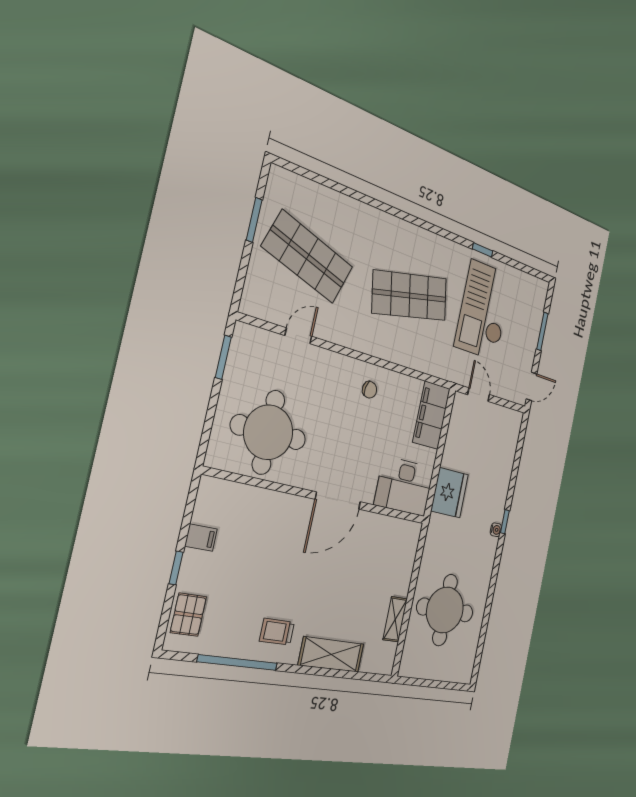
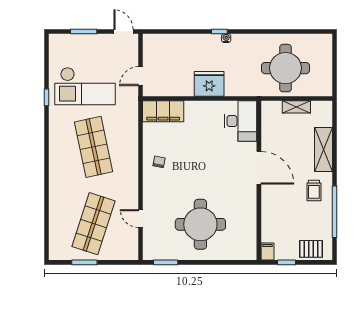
desk: (404, 486) -> (241, 121), moved
wall: (321, 497) -> (259, 180), moved
door: (338, 501) -> (259, 168), moved

